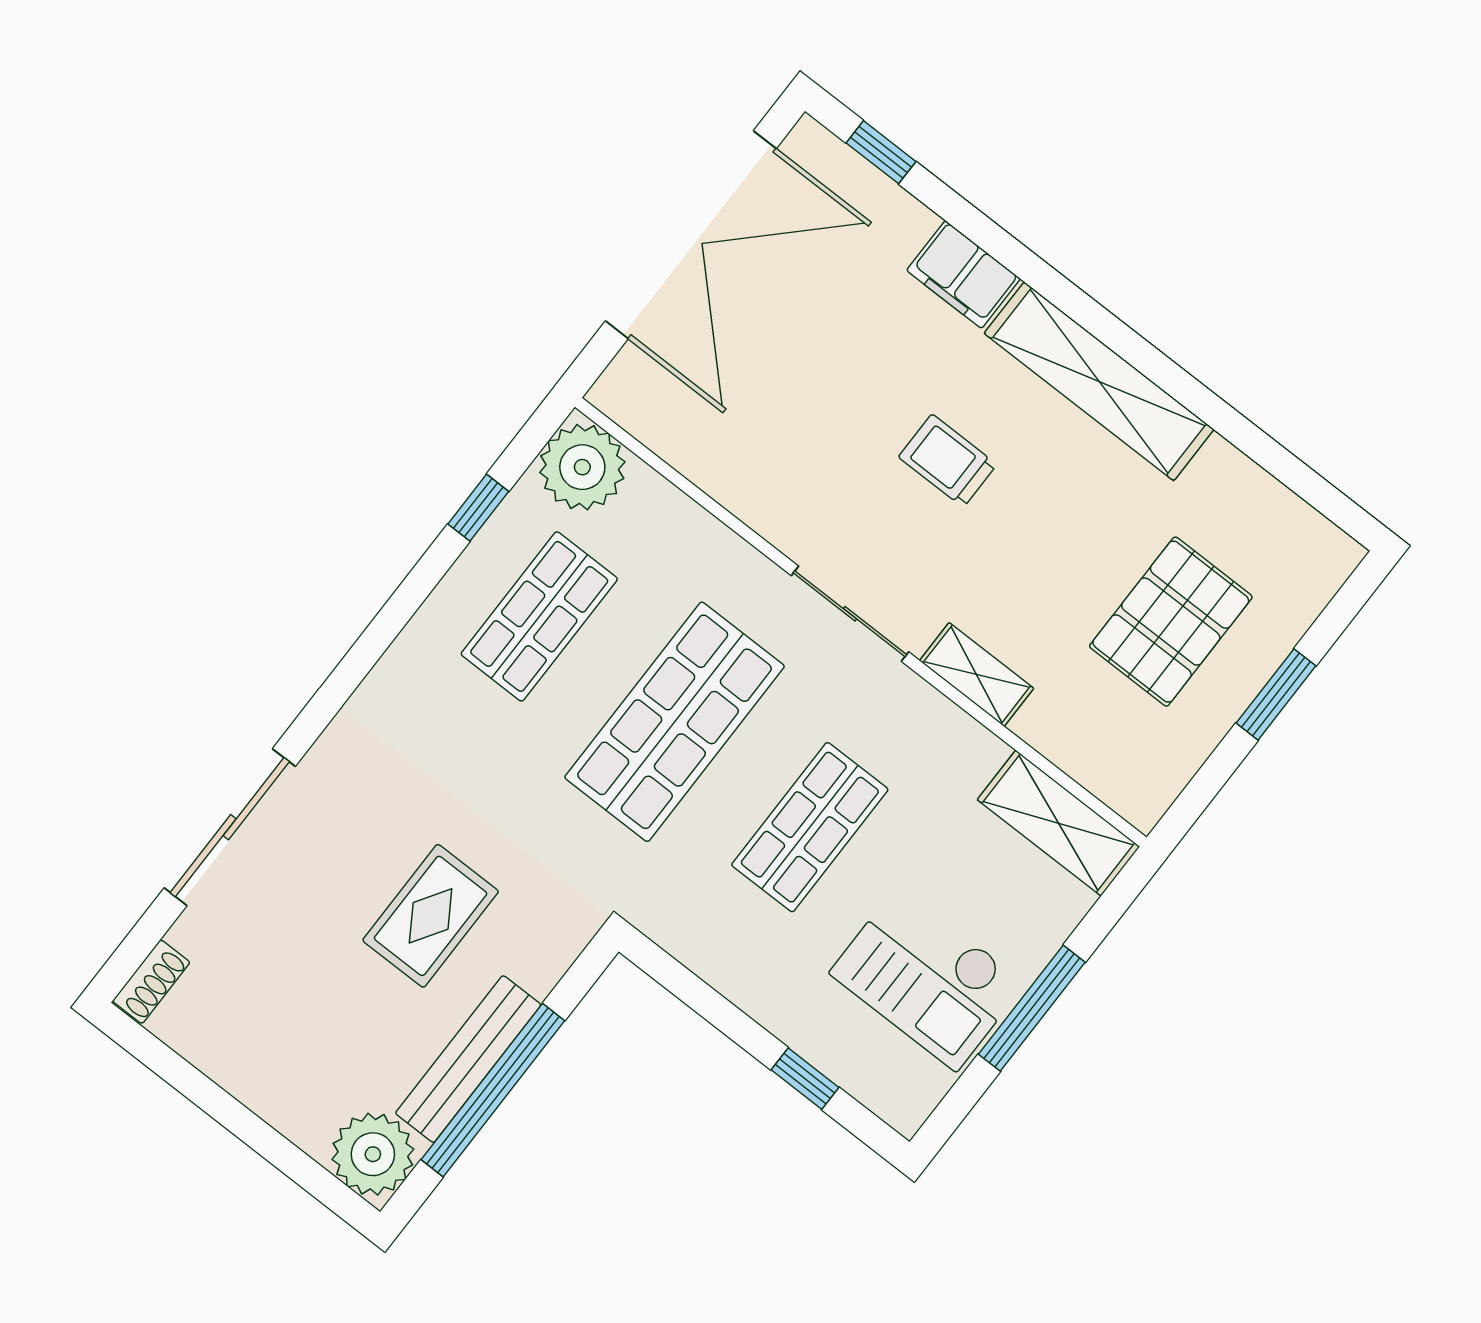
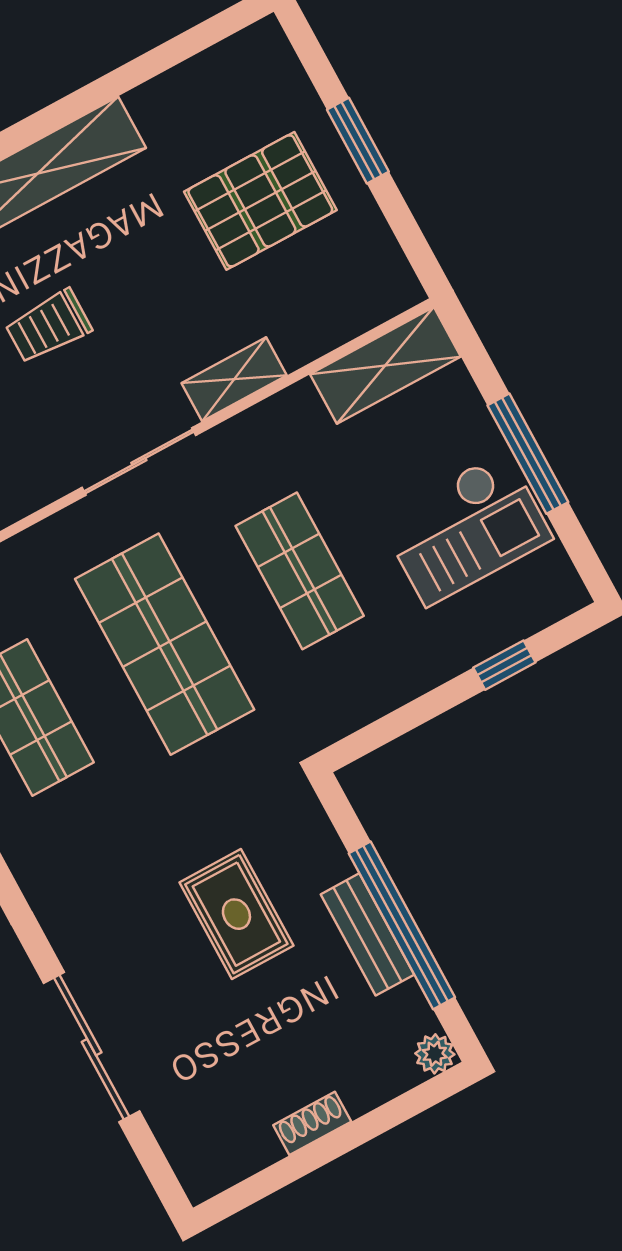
pallet: (1171, 622) -> (260, 201), turned 90
shoe rack: (151, 982) -> (312, 1123), moved, turned -90
bench: (468, 1059) -> (367, 934), width x0.73
plant: (373, 1154) -> (435, 1054), width x0.53, depth x0.53

